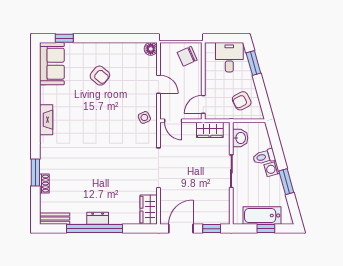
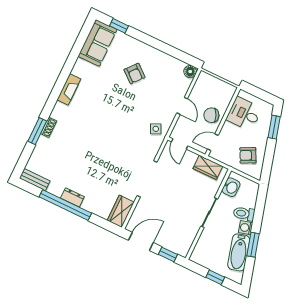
chair: (187, 56) -> (211, 115), moved
desk: (229, 57) -> (244, 114), moved, turned -90
shoe rack: (44, 184) -> (49, 127), moved
bathtub: (262, 215) -> (239, 252), moved, turned -106

